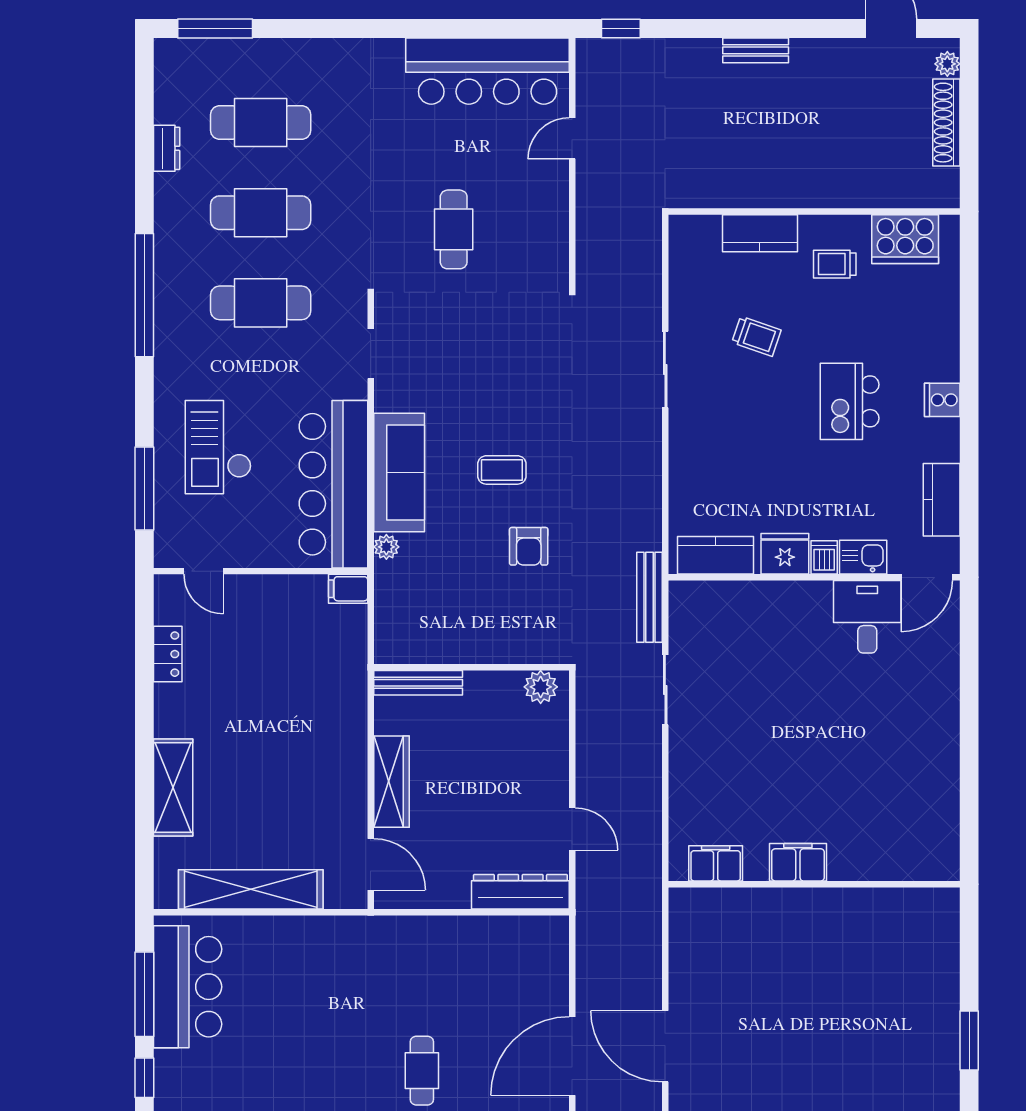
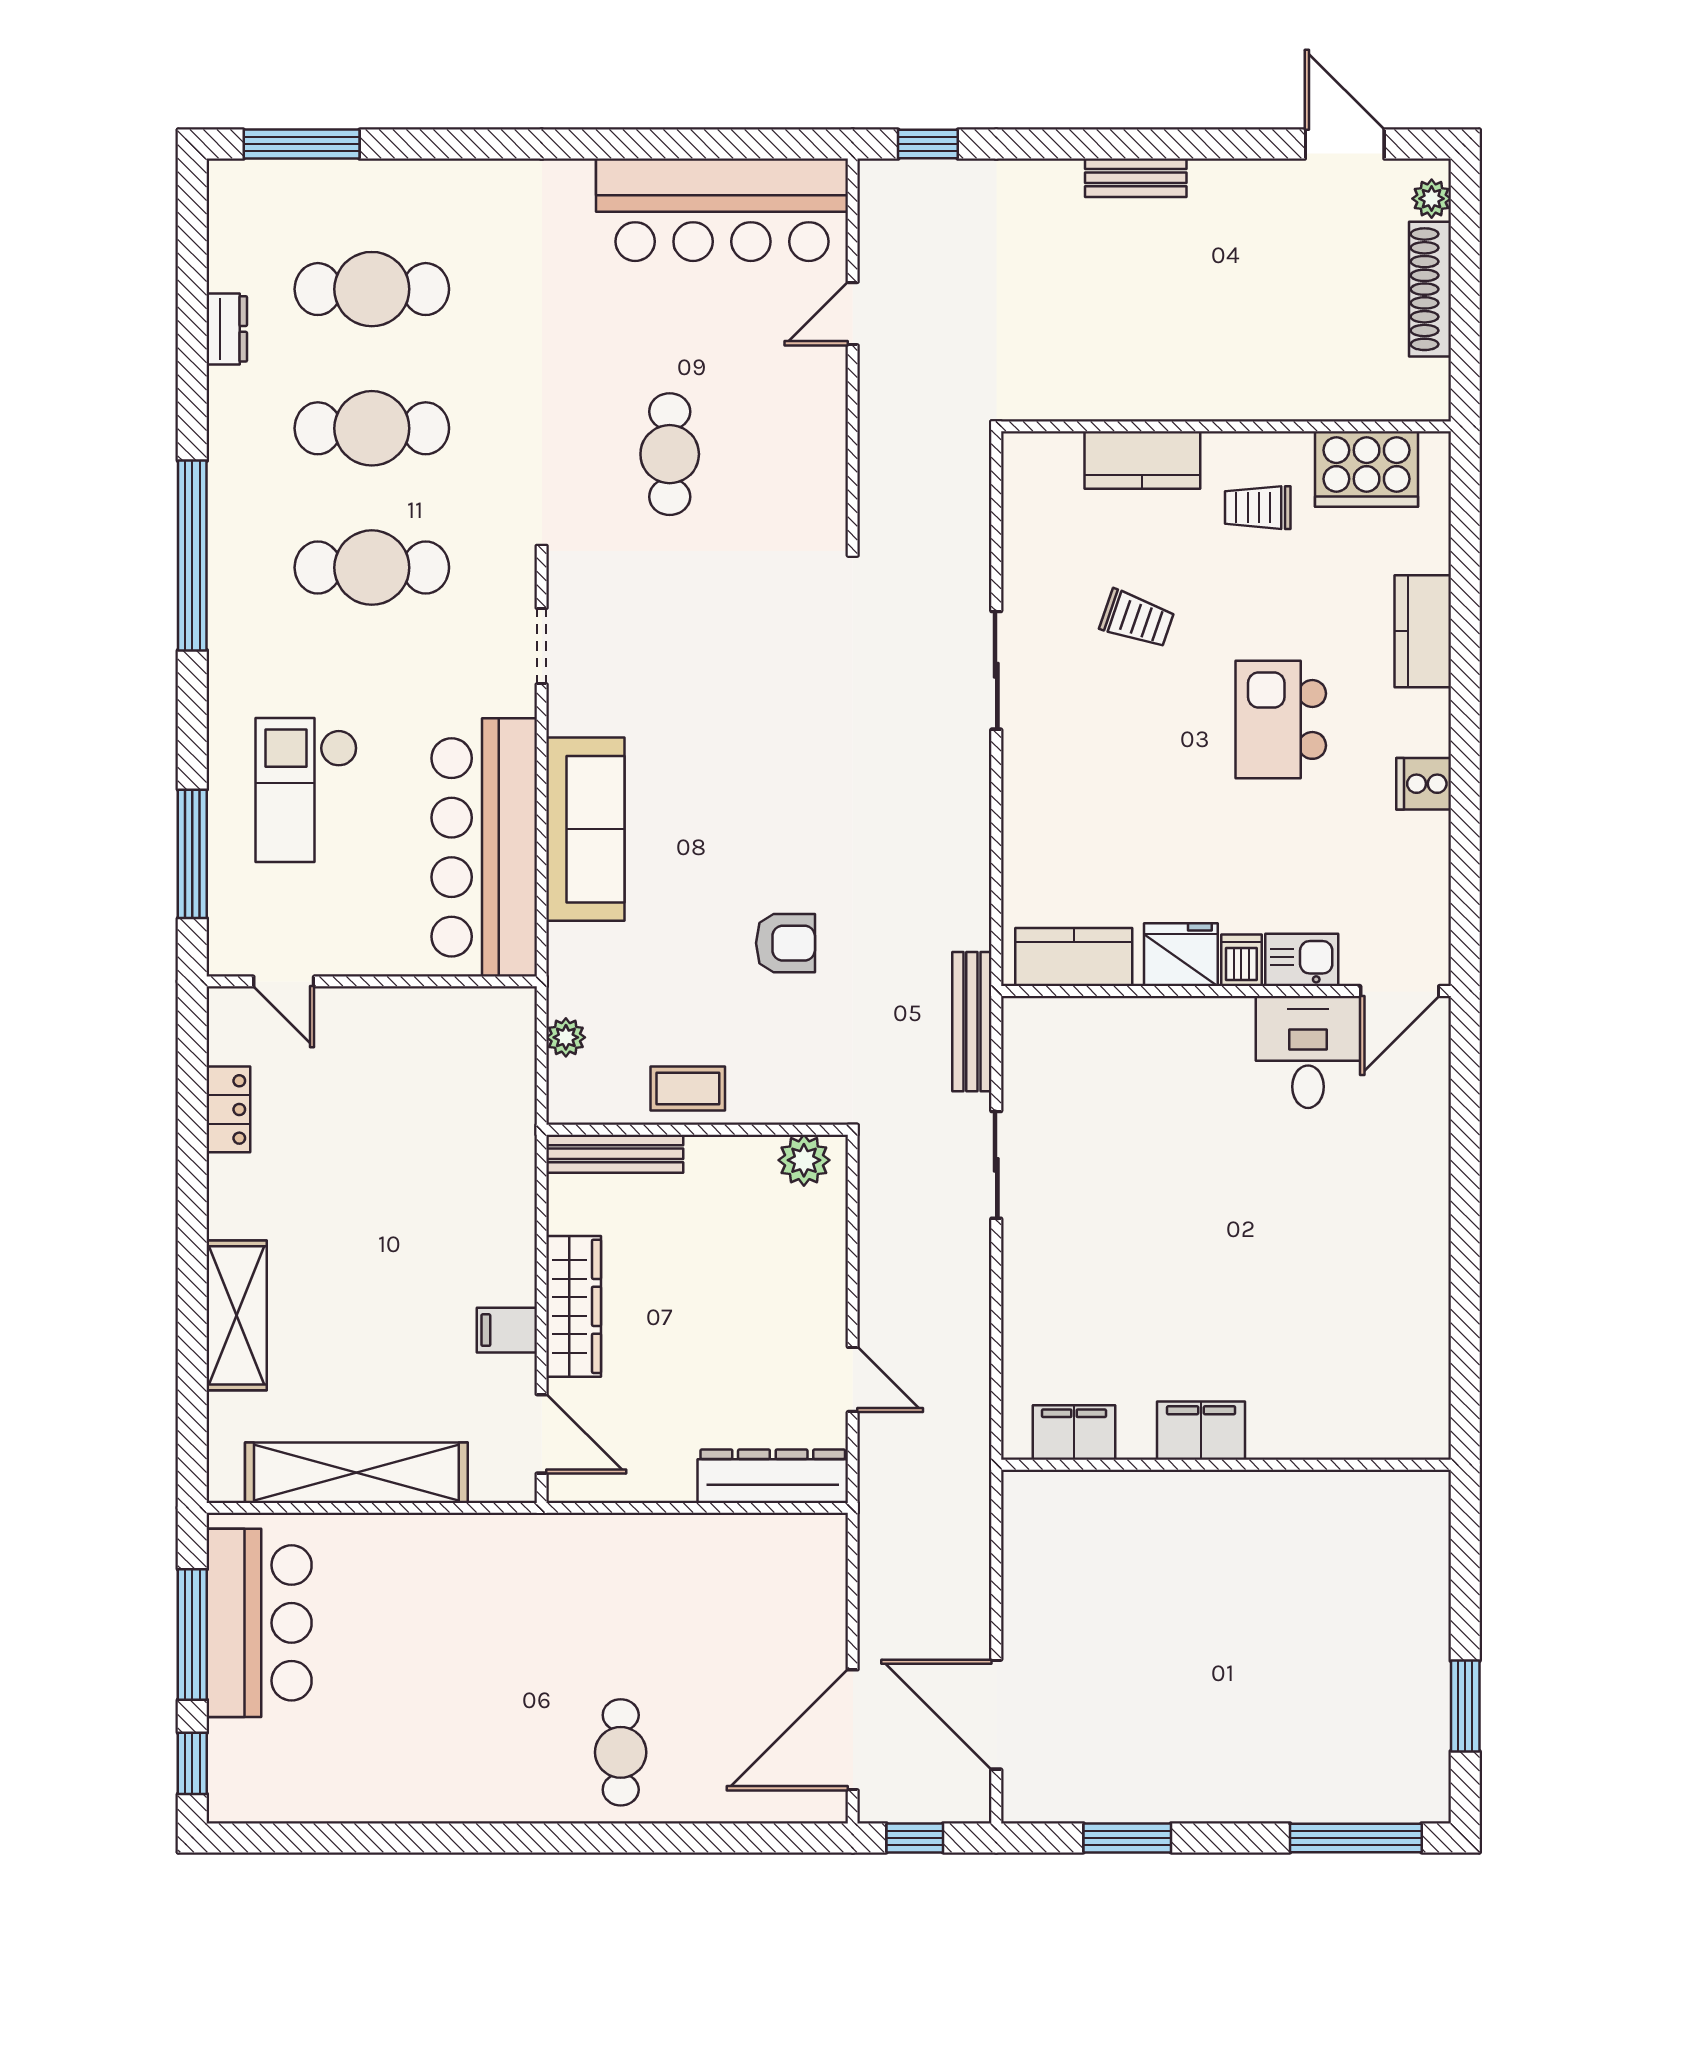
cooker: (942, 400) -> (1424, 784), moved
coffee table: (502, 470) -> (688, 1089), moved
kitchen counter: (942, 500) -> (1423, 631), moved
armchair: (529, 546) -> (785, 943), turned -90
plant: (386, 547) -> (566, 1037), moved
filing cabinet: (348, 589) -> (507, 1330), moved

